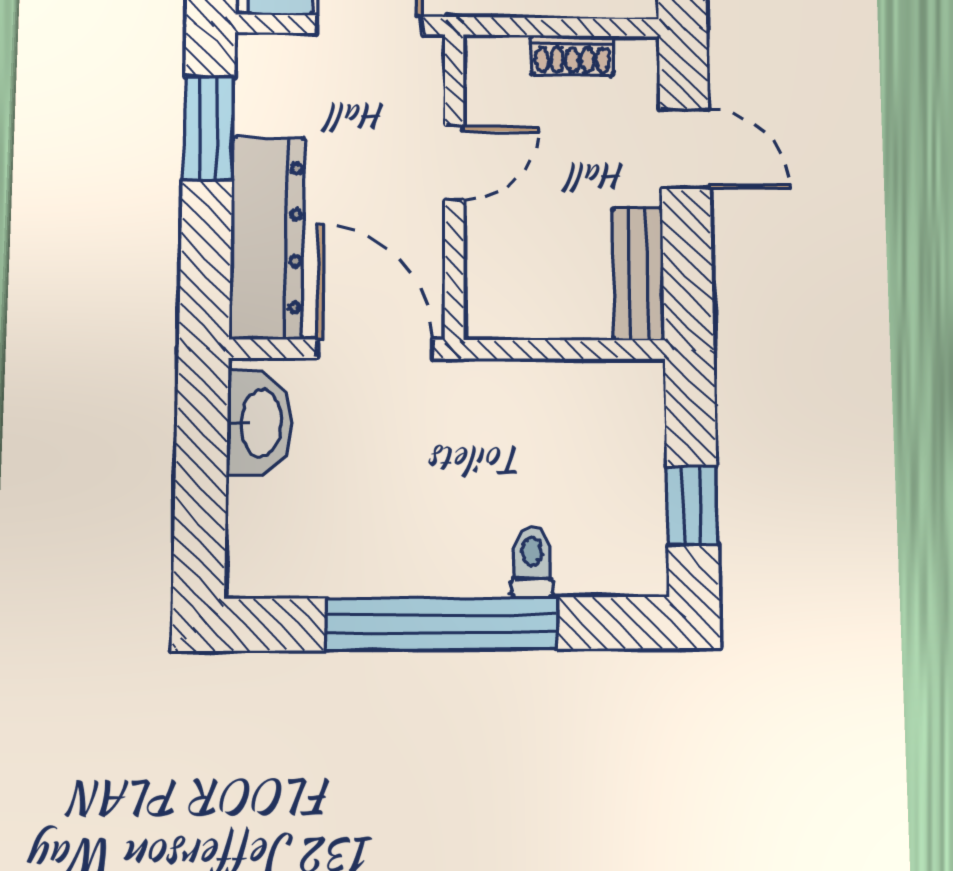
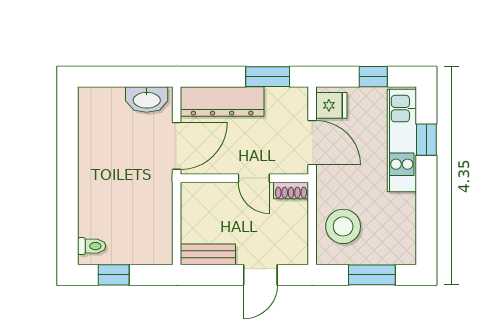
shoe rack: (572, 55) -> (291, 190), moved, turned -90
toilet: (532, 562) -> (92, 246), moved
window: (442, 624) -> (67, 173), removed

